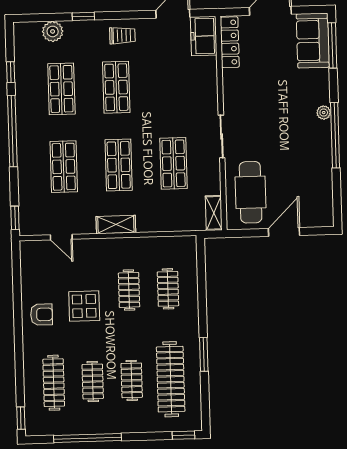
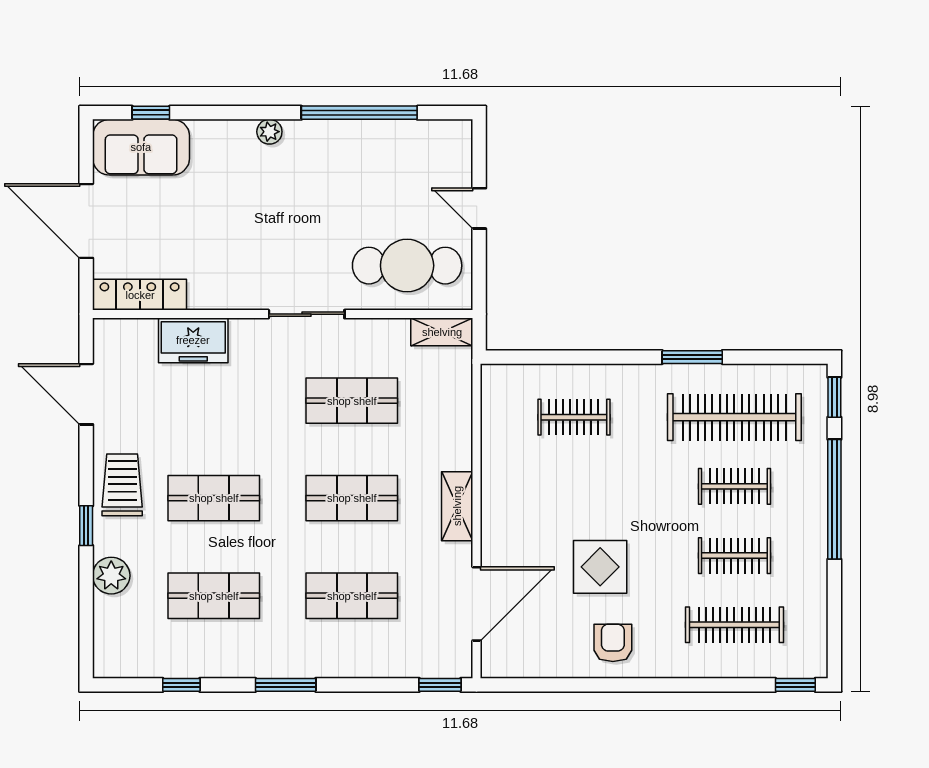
window: (83, 16) -> (86, 526), moved
plant: (53, 31) -> (111, 576), moved
trolley: (122, 36) -> (122, 485), width x1.36, depth x1.39
freezer: (204, 36) -> (193, 340), moved
window: (332, 45) -> (151, 113), width x0.46
window: (12, 131) -> (286, 685), width x0.47
window: (335, 135) -> (359, 113), moved
door: (284, 232) -> (479, 208), width x0.73
door: (61, 237) -> (477, 604), width x1.88
clothes rail: (129, 290) -> (574, 486), removed
window: (88, 438) -> (834, 499), moved

